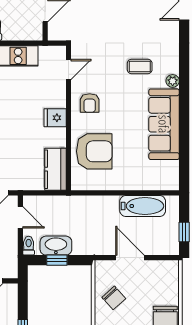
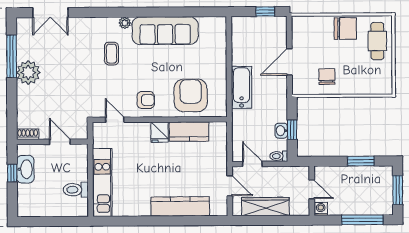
kitchen counter: (55, 169) -> (189, 132), moved
bathtub: (143, 206) -> (242, 87), moved
door: (20, 217) -> (252, 164), hinge flipped
washbasin: (56, 246) -> (281, 131), width x0.52, depth x0.69
chair: (114, 298) -> (327, 77), turned -48

